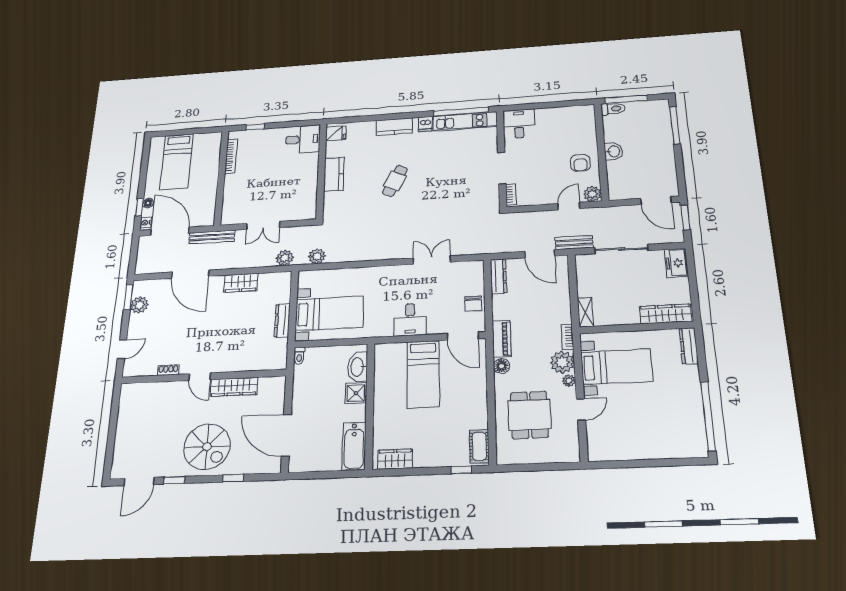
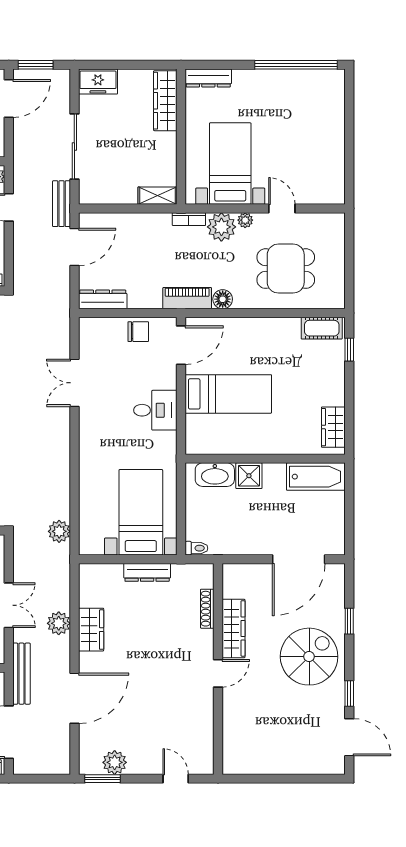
plant: (285, 258) -> (59, 623), moved
shoe rack: (168, 370) -> (207, 609), moved, width x1.43

